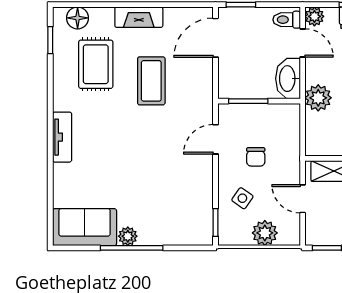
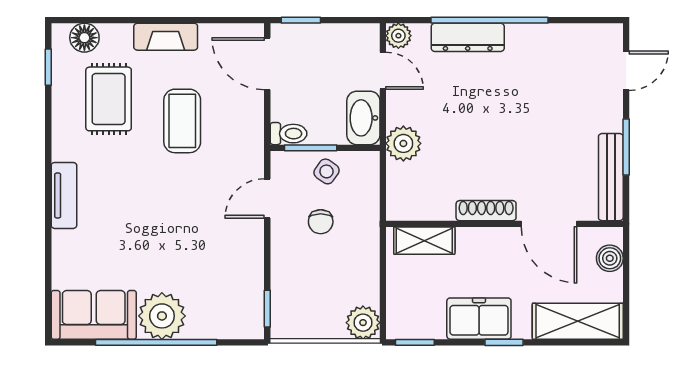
toilet: (287, 20) -> (288, 134), moved, turned 180
door: (215, 38) -> (267, 64), hinge flipped
side table: (242, 198) -> (326, 171), moved
door: (303, 199) -> (383, 277), removed
plant: (265, 233) -> (363, 323), moved
plant: (128, 236) -> (162, 316), width x1.88, depth x1.88
window: (132, 248) -> (156, 342), width x1.46

